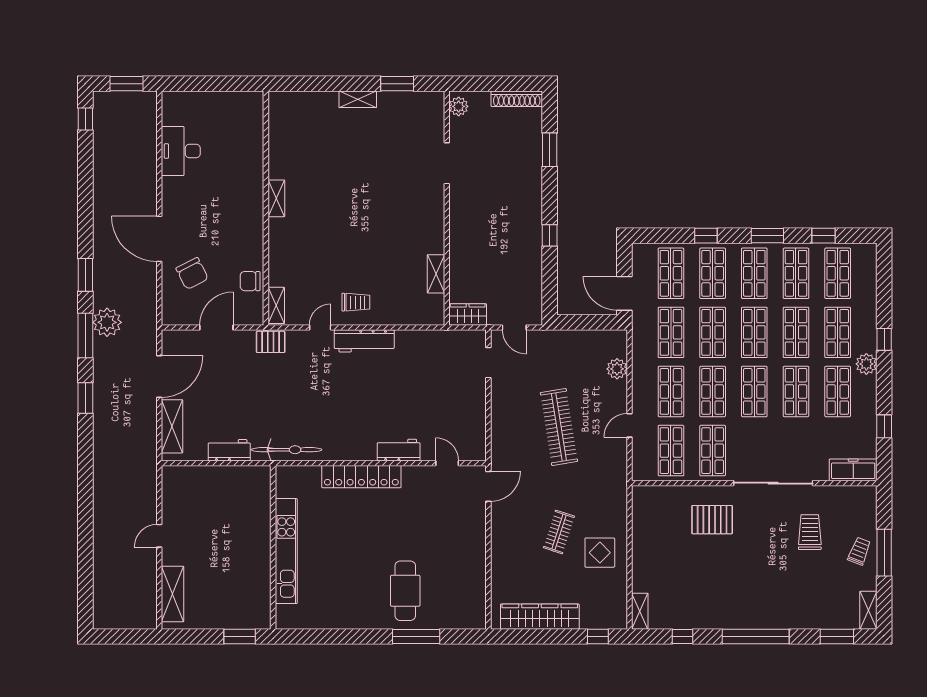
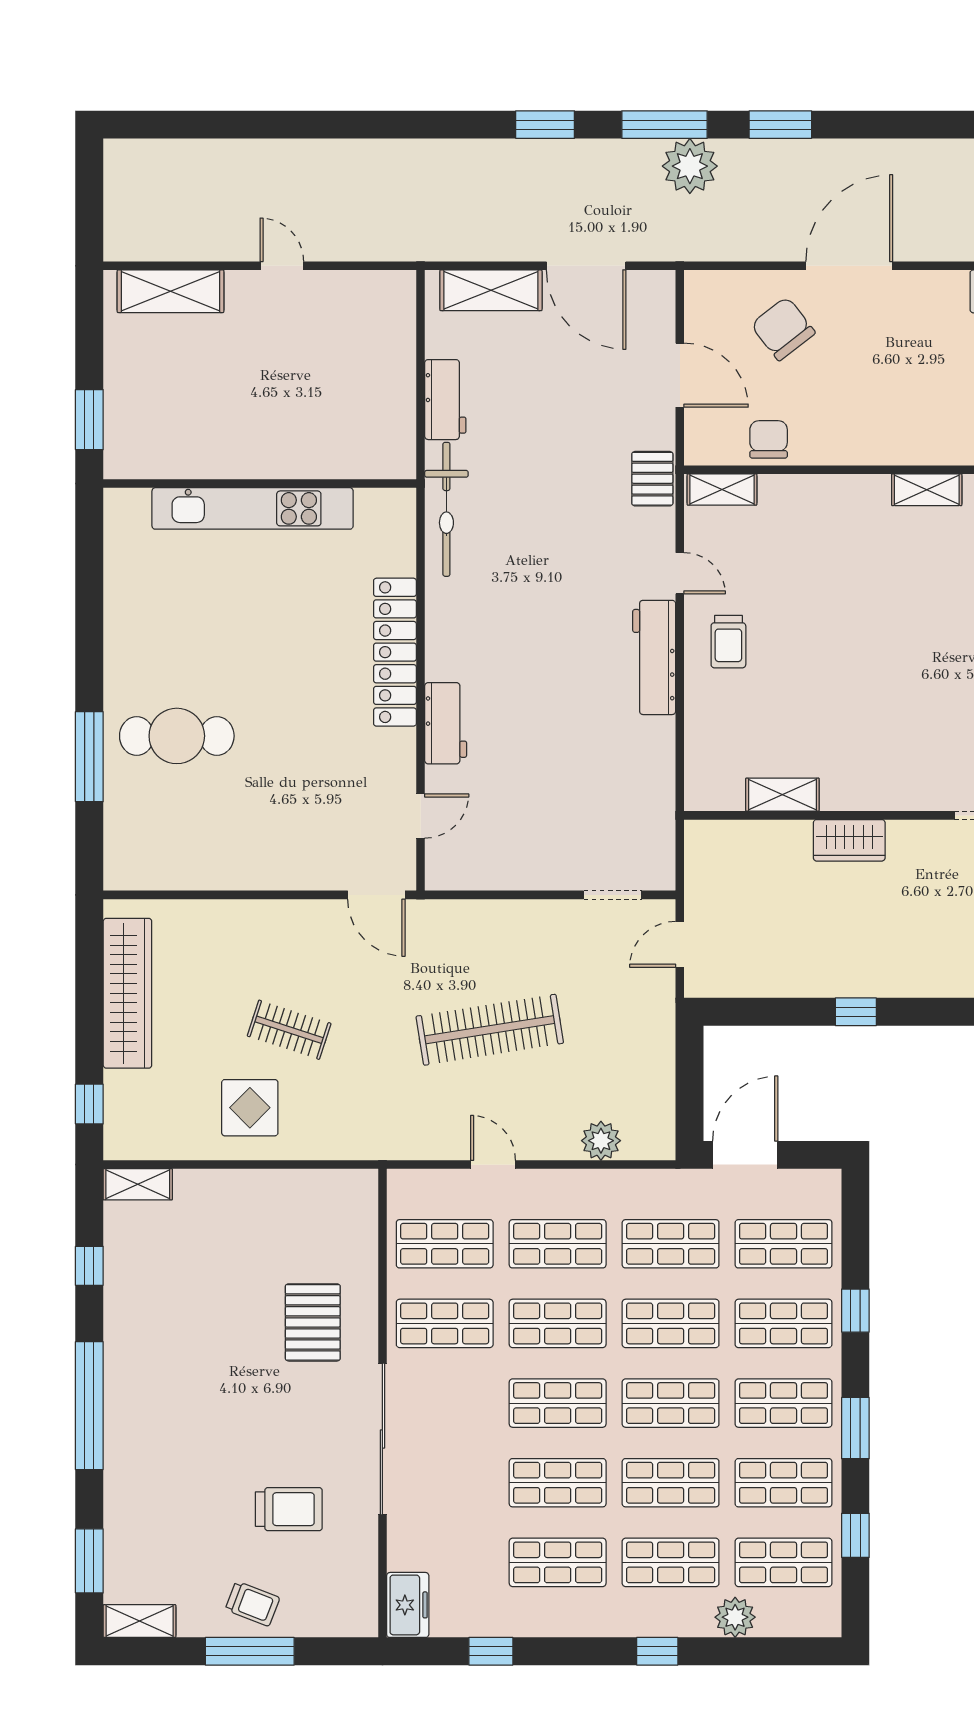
chair: (192, 274) -> (783, 329), turned 79
wardrobe: (468, 315) -> (849, 840), moved, turned 90
plant: (866, 364) -> (735, 1617), moved
freezer: (853, 470) -> (408, 1605), width x0.71

